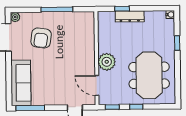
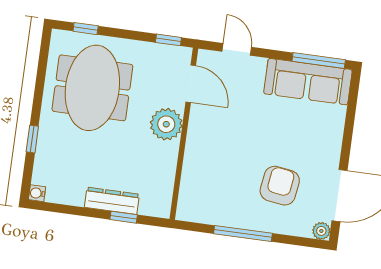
sofa: (21, 83) -> (308, 82), moved, turned -90
window: (136, 107) -> (86, 29), moved

